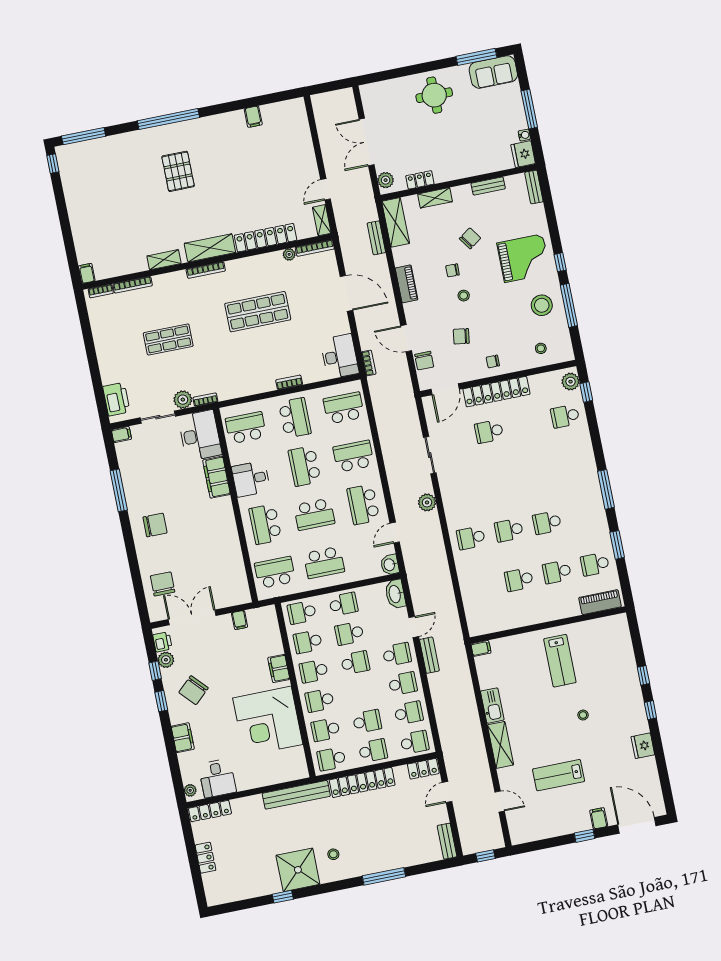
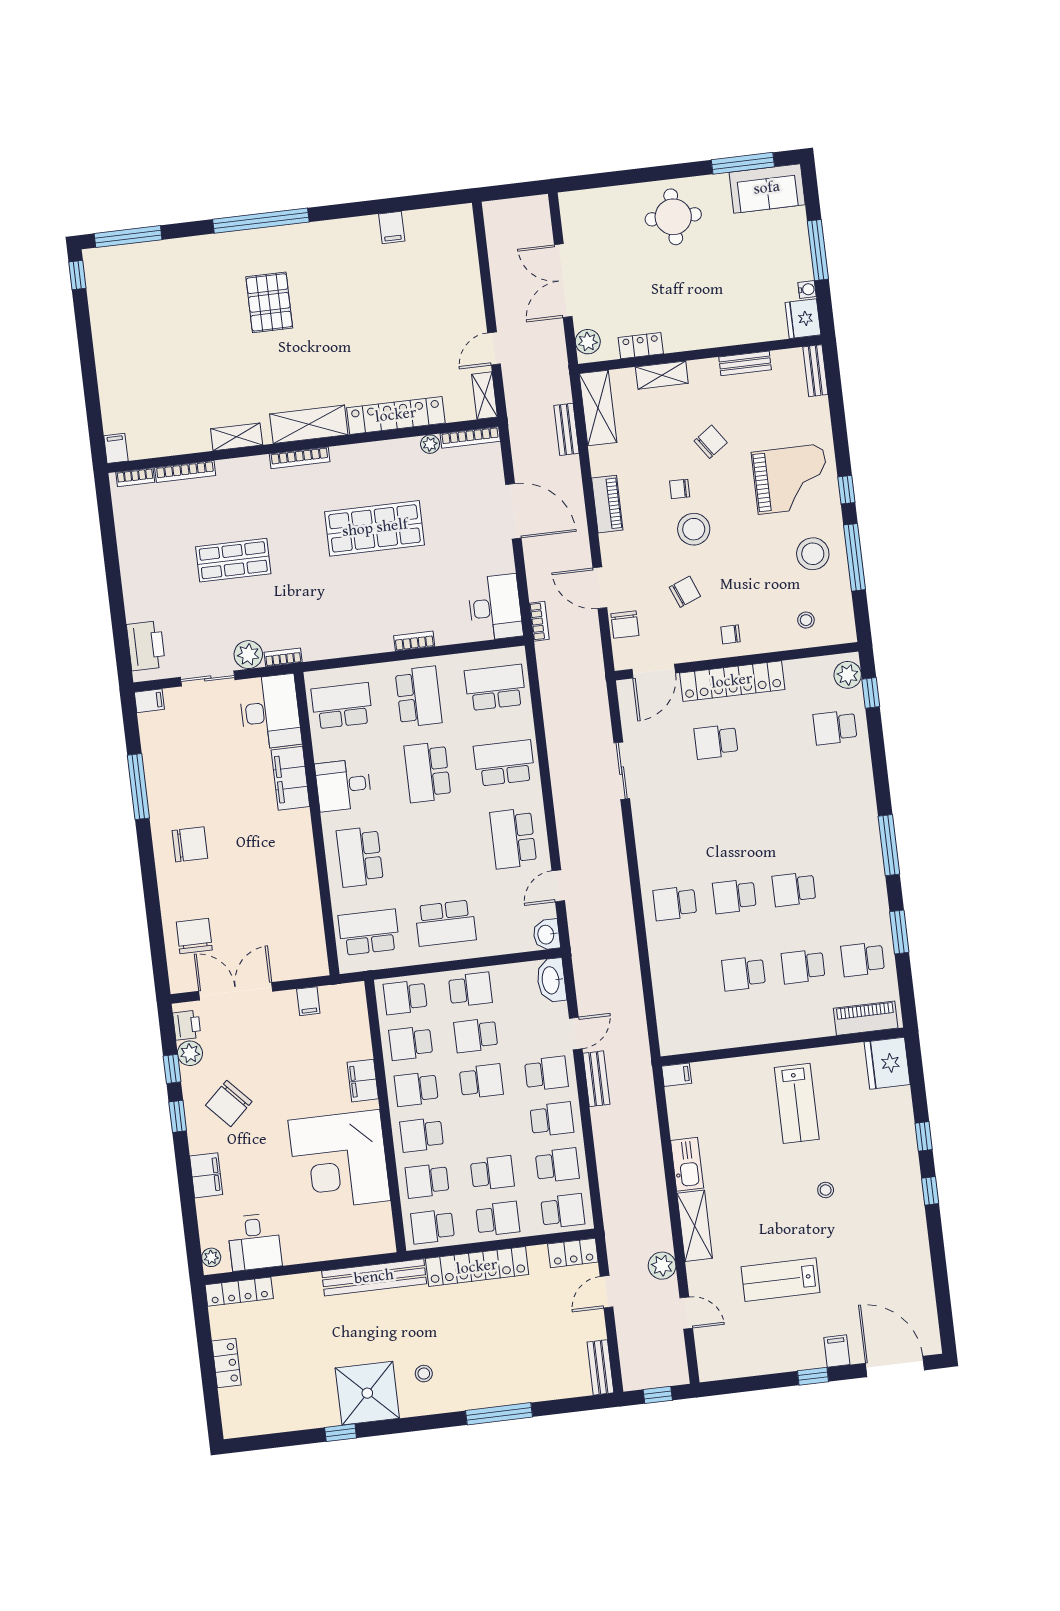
stool: (464, 296) -> (694, 529), width x1.89, depth x1.89
chair: (461, 336) -> (685, 592), turned 150
plant: (427, 502) -> (662, 1266), moved
school desk: (314, 514) -> (437, 848), removed
fridge: (643, 746) -> (887, 1063), moved, width x1.36, depth x1.34

